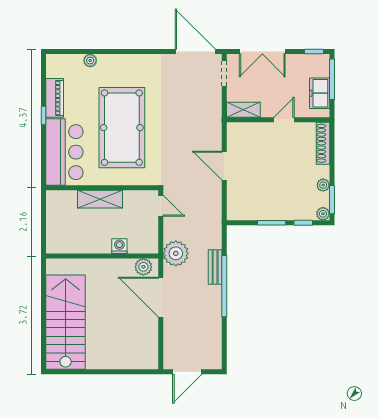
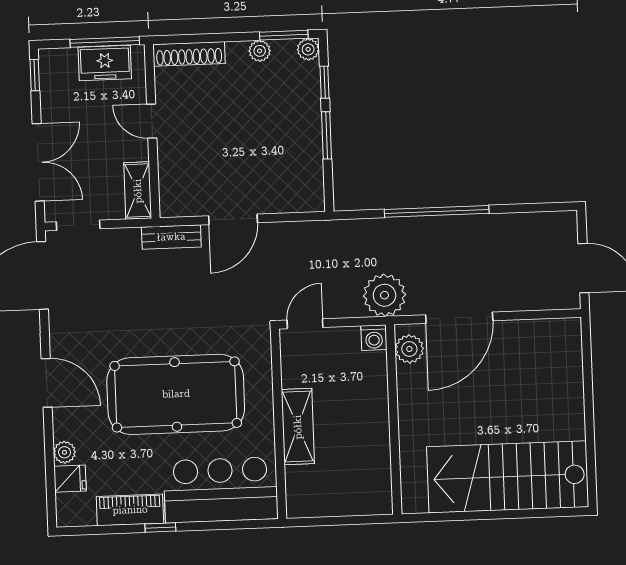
door: (132, 52) -> (47, 383), added
fridge: (74, 63) -> (70, 479), added
window: (332, 79) -> (105, 42), moved
washing machine: (119, 246) -> (374, 338), moved, turned -90
bench: (215, 267) -> (171, 237), moved

